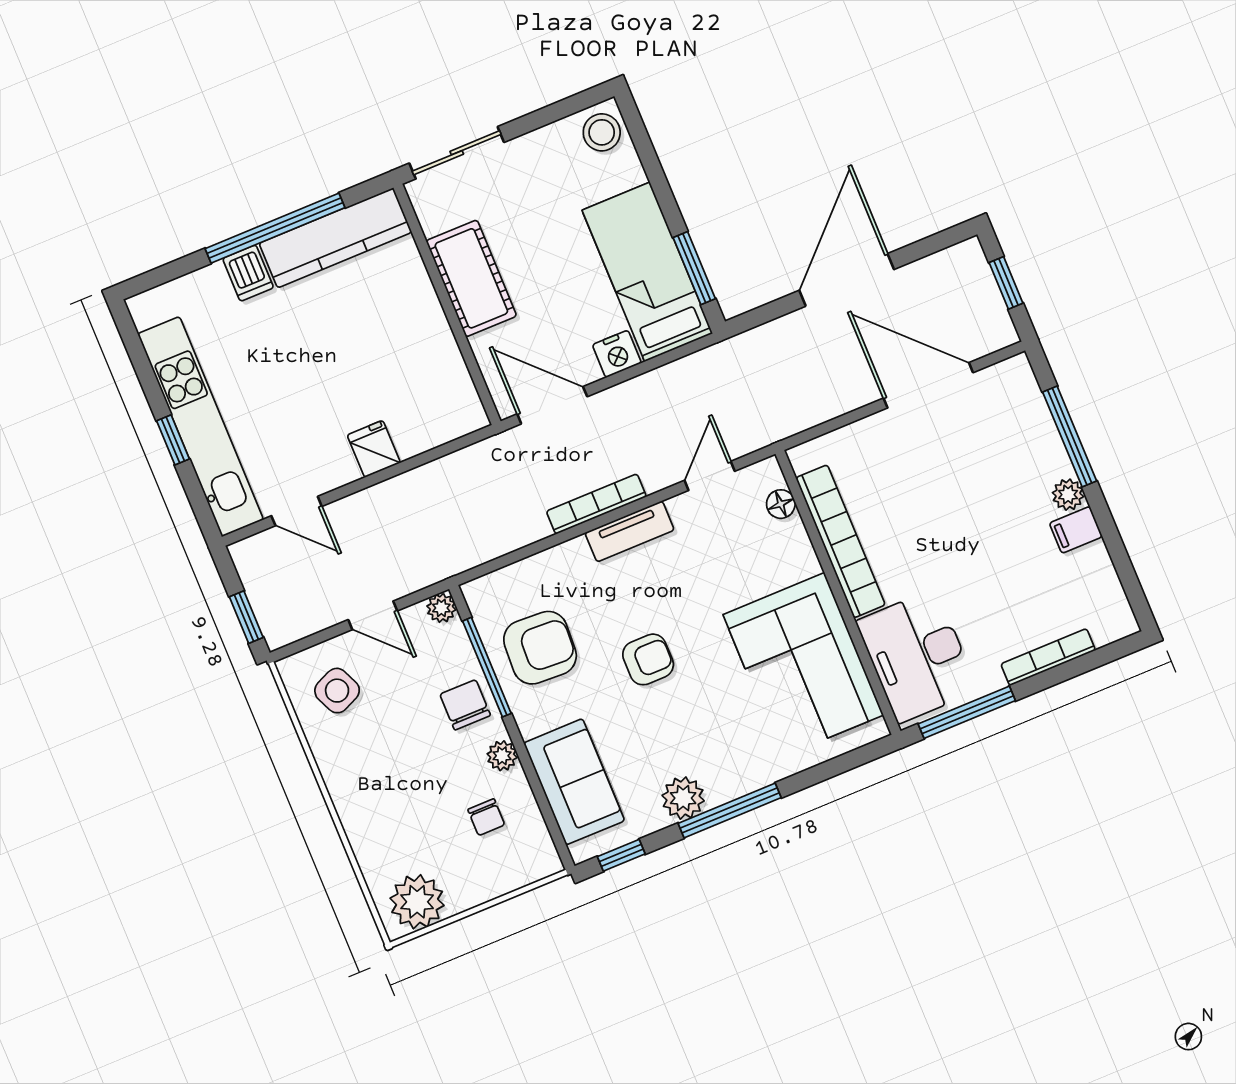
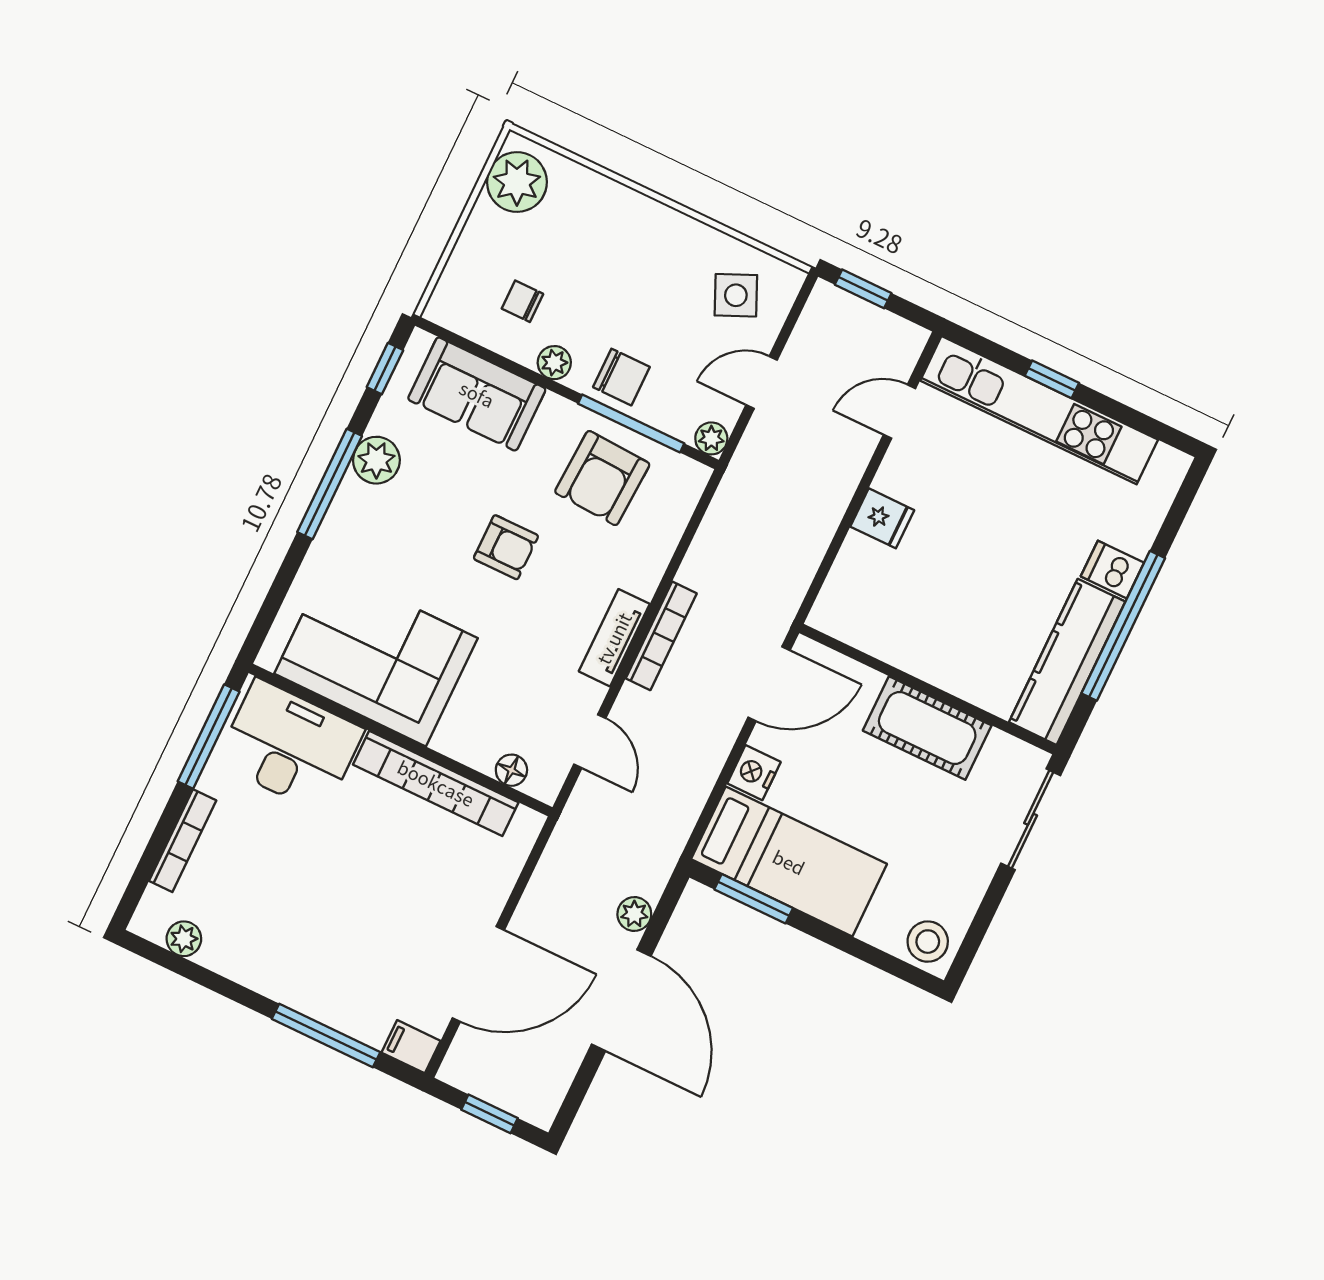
plant: (785, 331) -> (634, 914), added
plant: (1068, 495) -> (184, 939), moved
filing cabinet: (1076, 530) -> (411, 1047), moved, turned -90
armchair: (648, 659) -> (506, 547), turned -90

